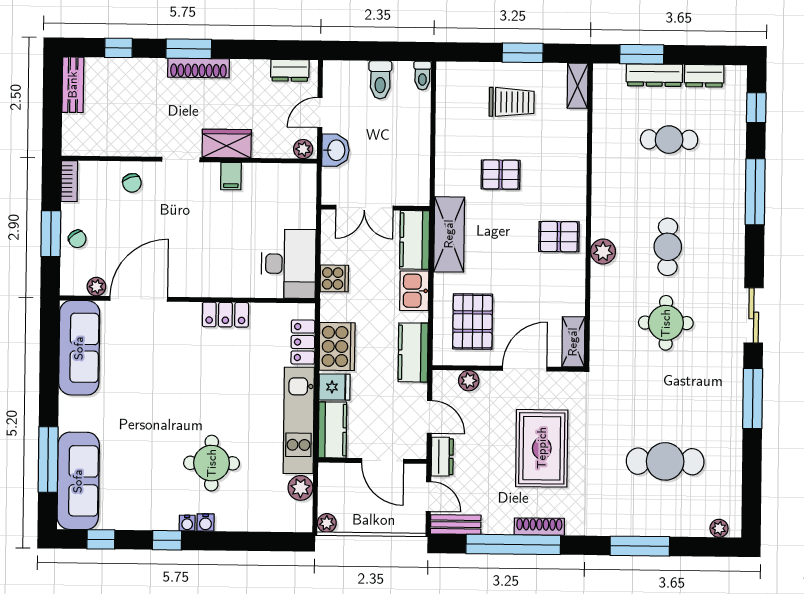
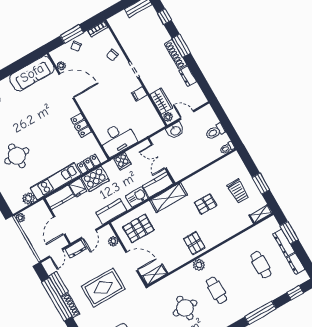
dresser: (290, 70) -> (188, 76), moved
wardrobe: (227, 144) -> (161, 101), moved
pallet: (501, 175) -> (206, 204), turned 90
cafe table: (668, 247) -> (217, 290), turned 90
bench: (456, 525) -> (59, 284), moved

